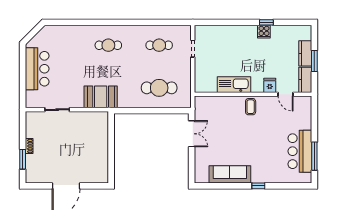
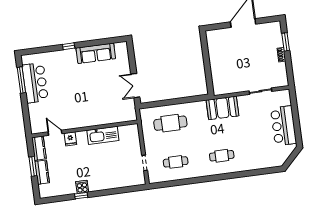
coffee table: (251, 107) -> (85, 117), removed

